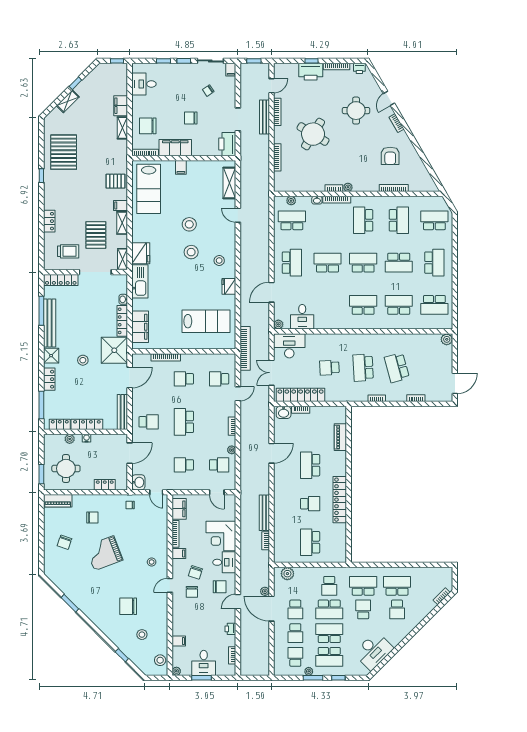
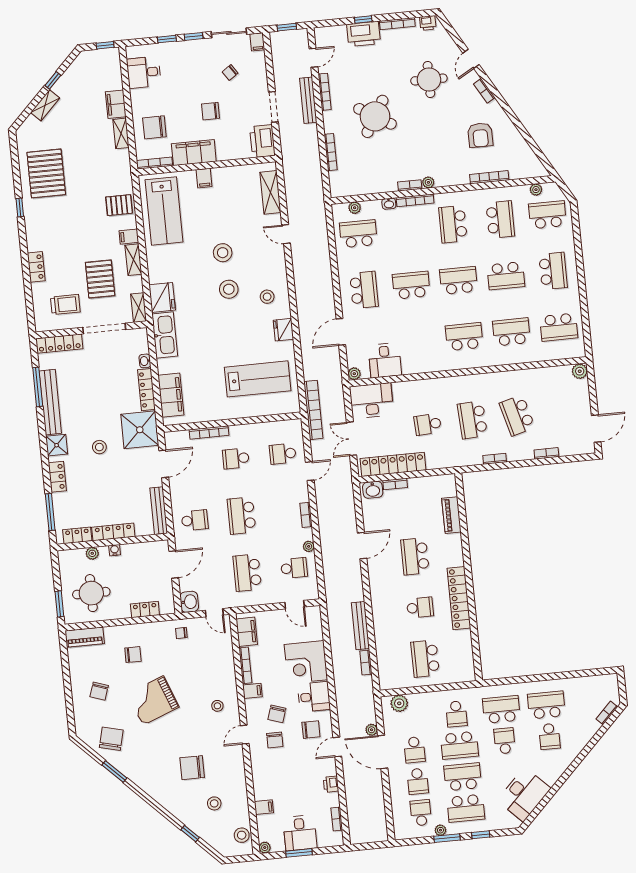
plant: (428, 201) -> (536, 190), added
school desk: (184, 465) -> (247, 573), width x1.85
chair: (70, 579) -> (111, 739), added

